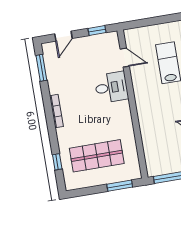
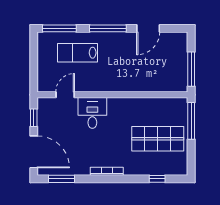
door: (63, 36) -> (34, 152), width x1.88
shop shelf: (97, 156) -> (158, 139), turned 90
window: (120, 186) -> (191, 121), width x1.44

